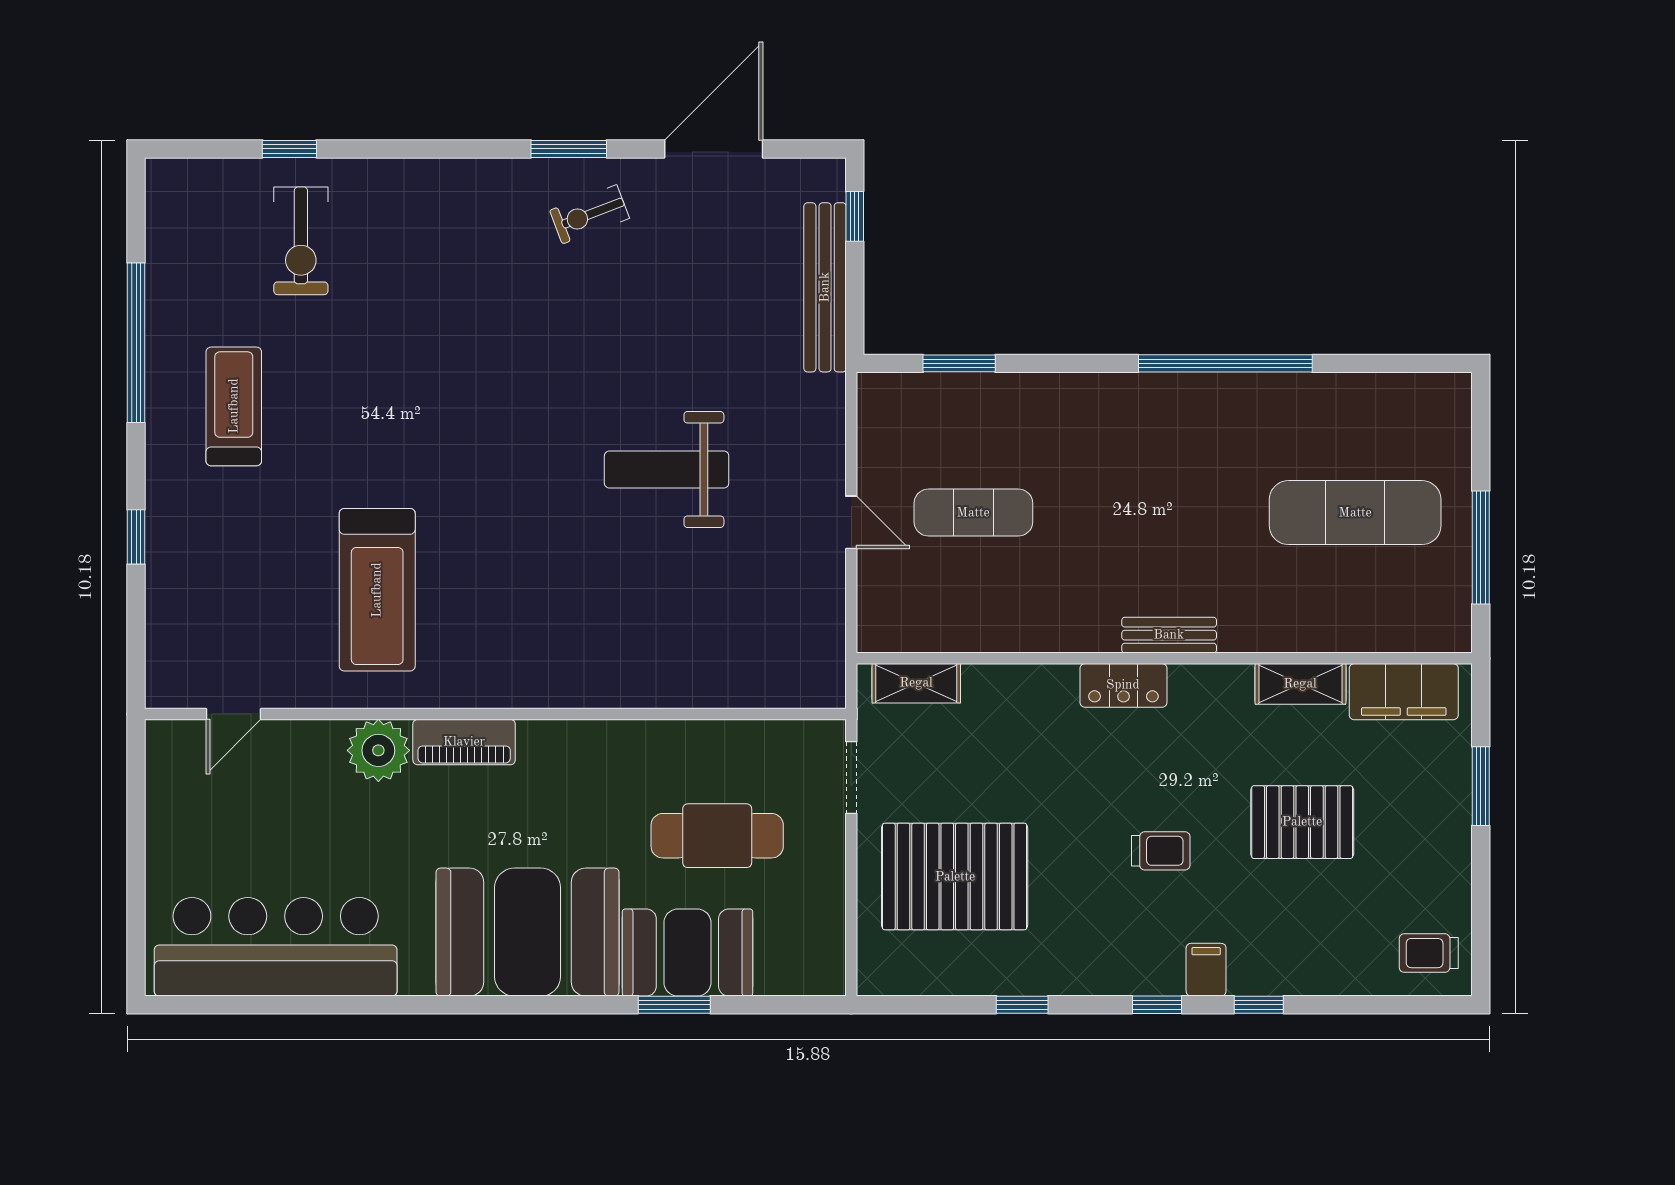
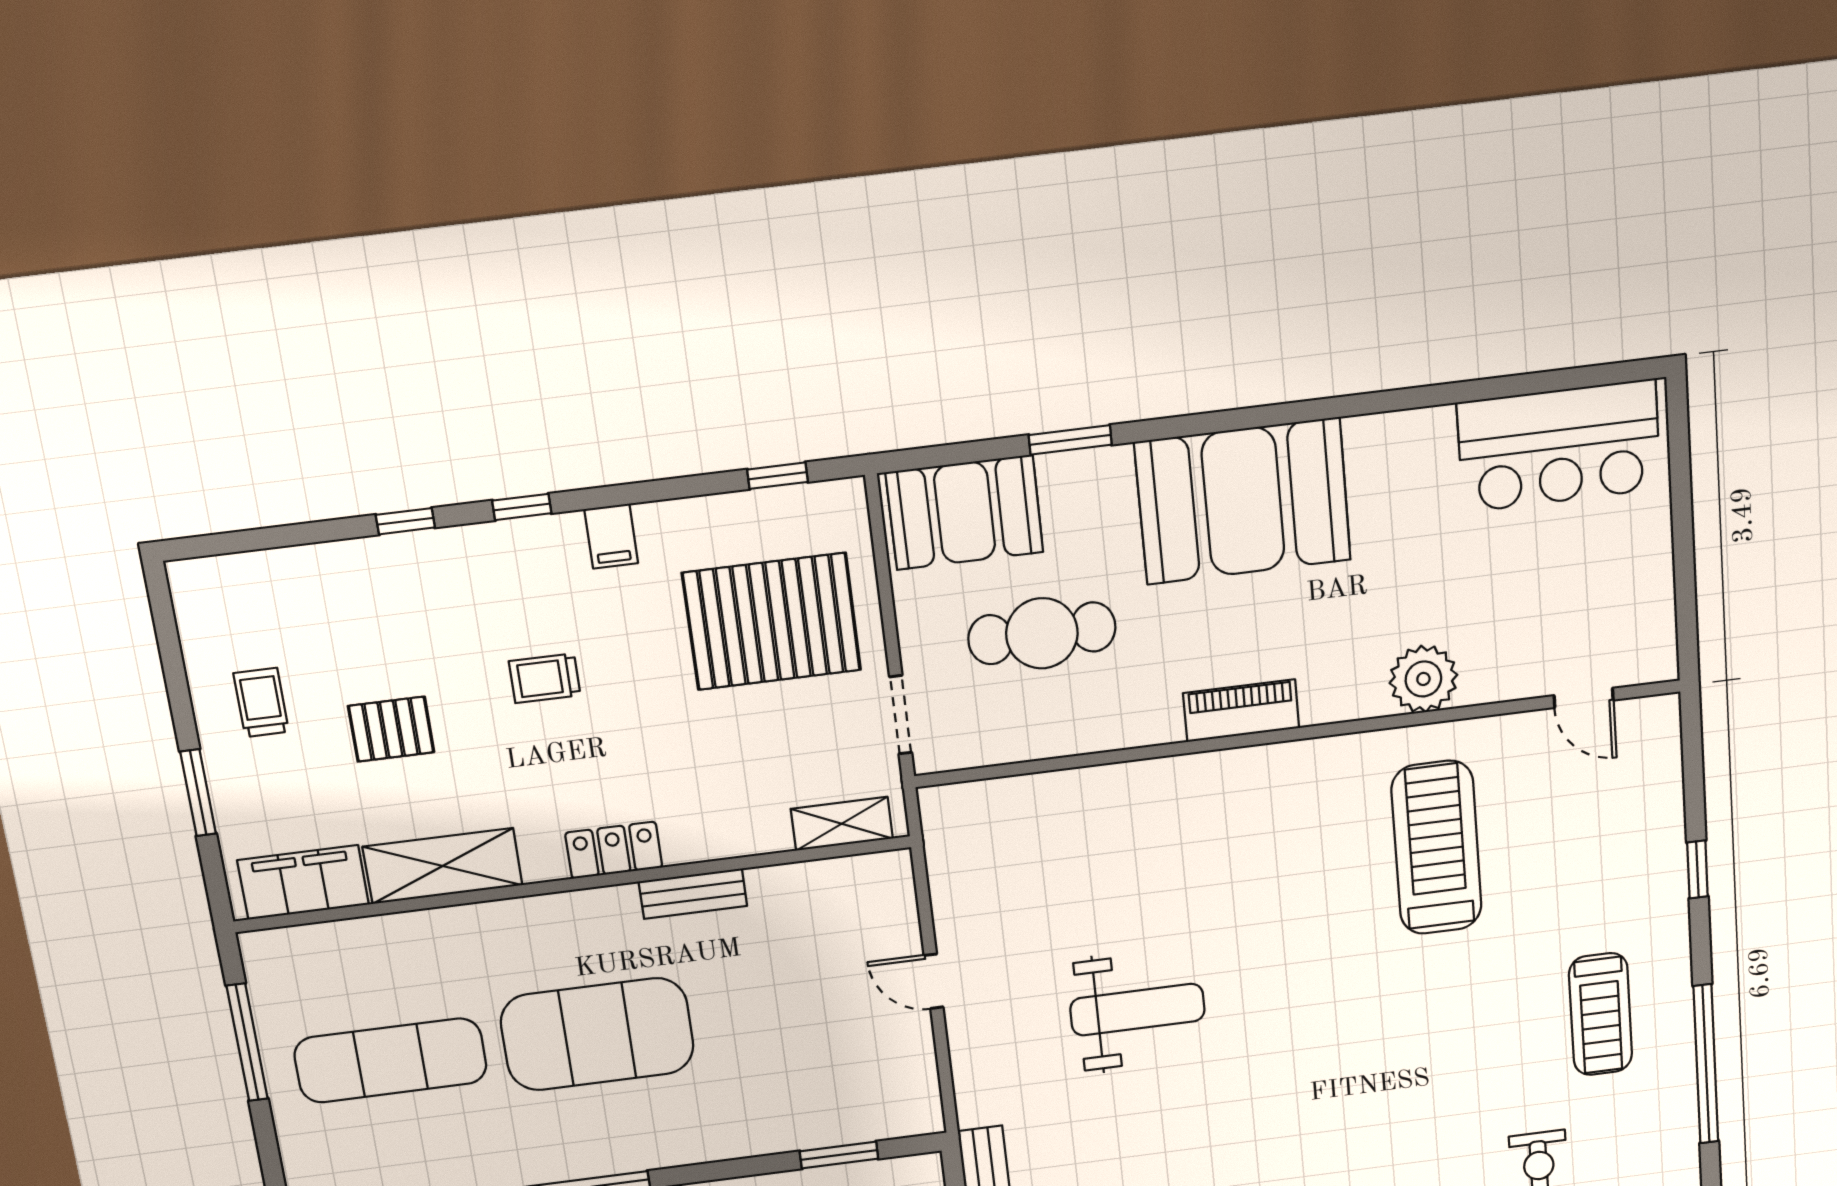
exercise mat: (973, 513) -> (597, 1034), moved, width x2.00, depth x1.45
bench: (1169, 635) -> (693, 894), moved
shelving: (1300, 684) -> (443, 866), width x1.50, depth x1.33
door: (234, 714) -> (1584, 698), swing flipped
piano: (464, 742) -> (1241, 711), moved
pallet: (1302, 822) -> (391, 729), width x0.67, depth x0.71
bar counter: (276, 947) -> (1559, 446), width x0.73
booth: (687, 953) -> (965, 512), moved
trolley: (1429, 953) -> (261, 702), moved, turned -90
filing cabinet: (1206, 970) -> (611, 536), moved
window: (1022, 1005) -> (778, 476), moved

